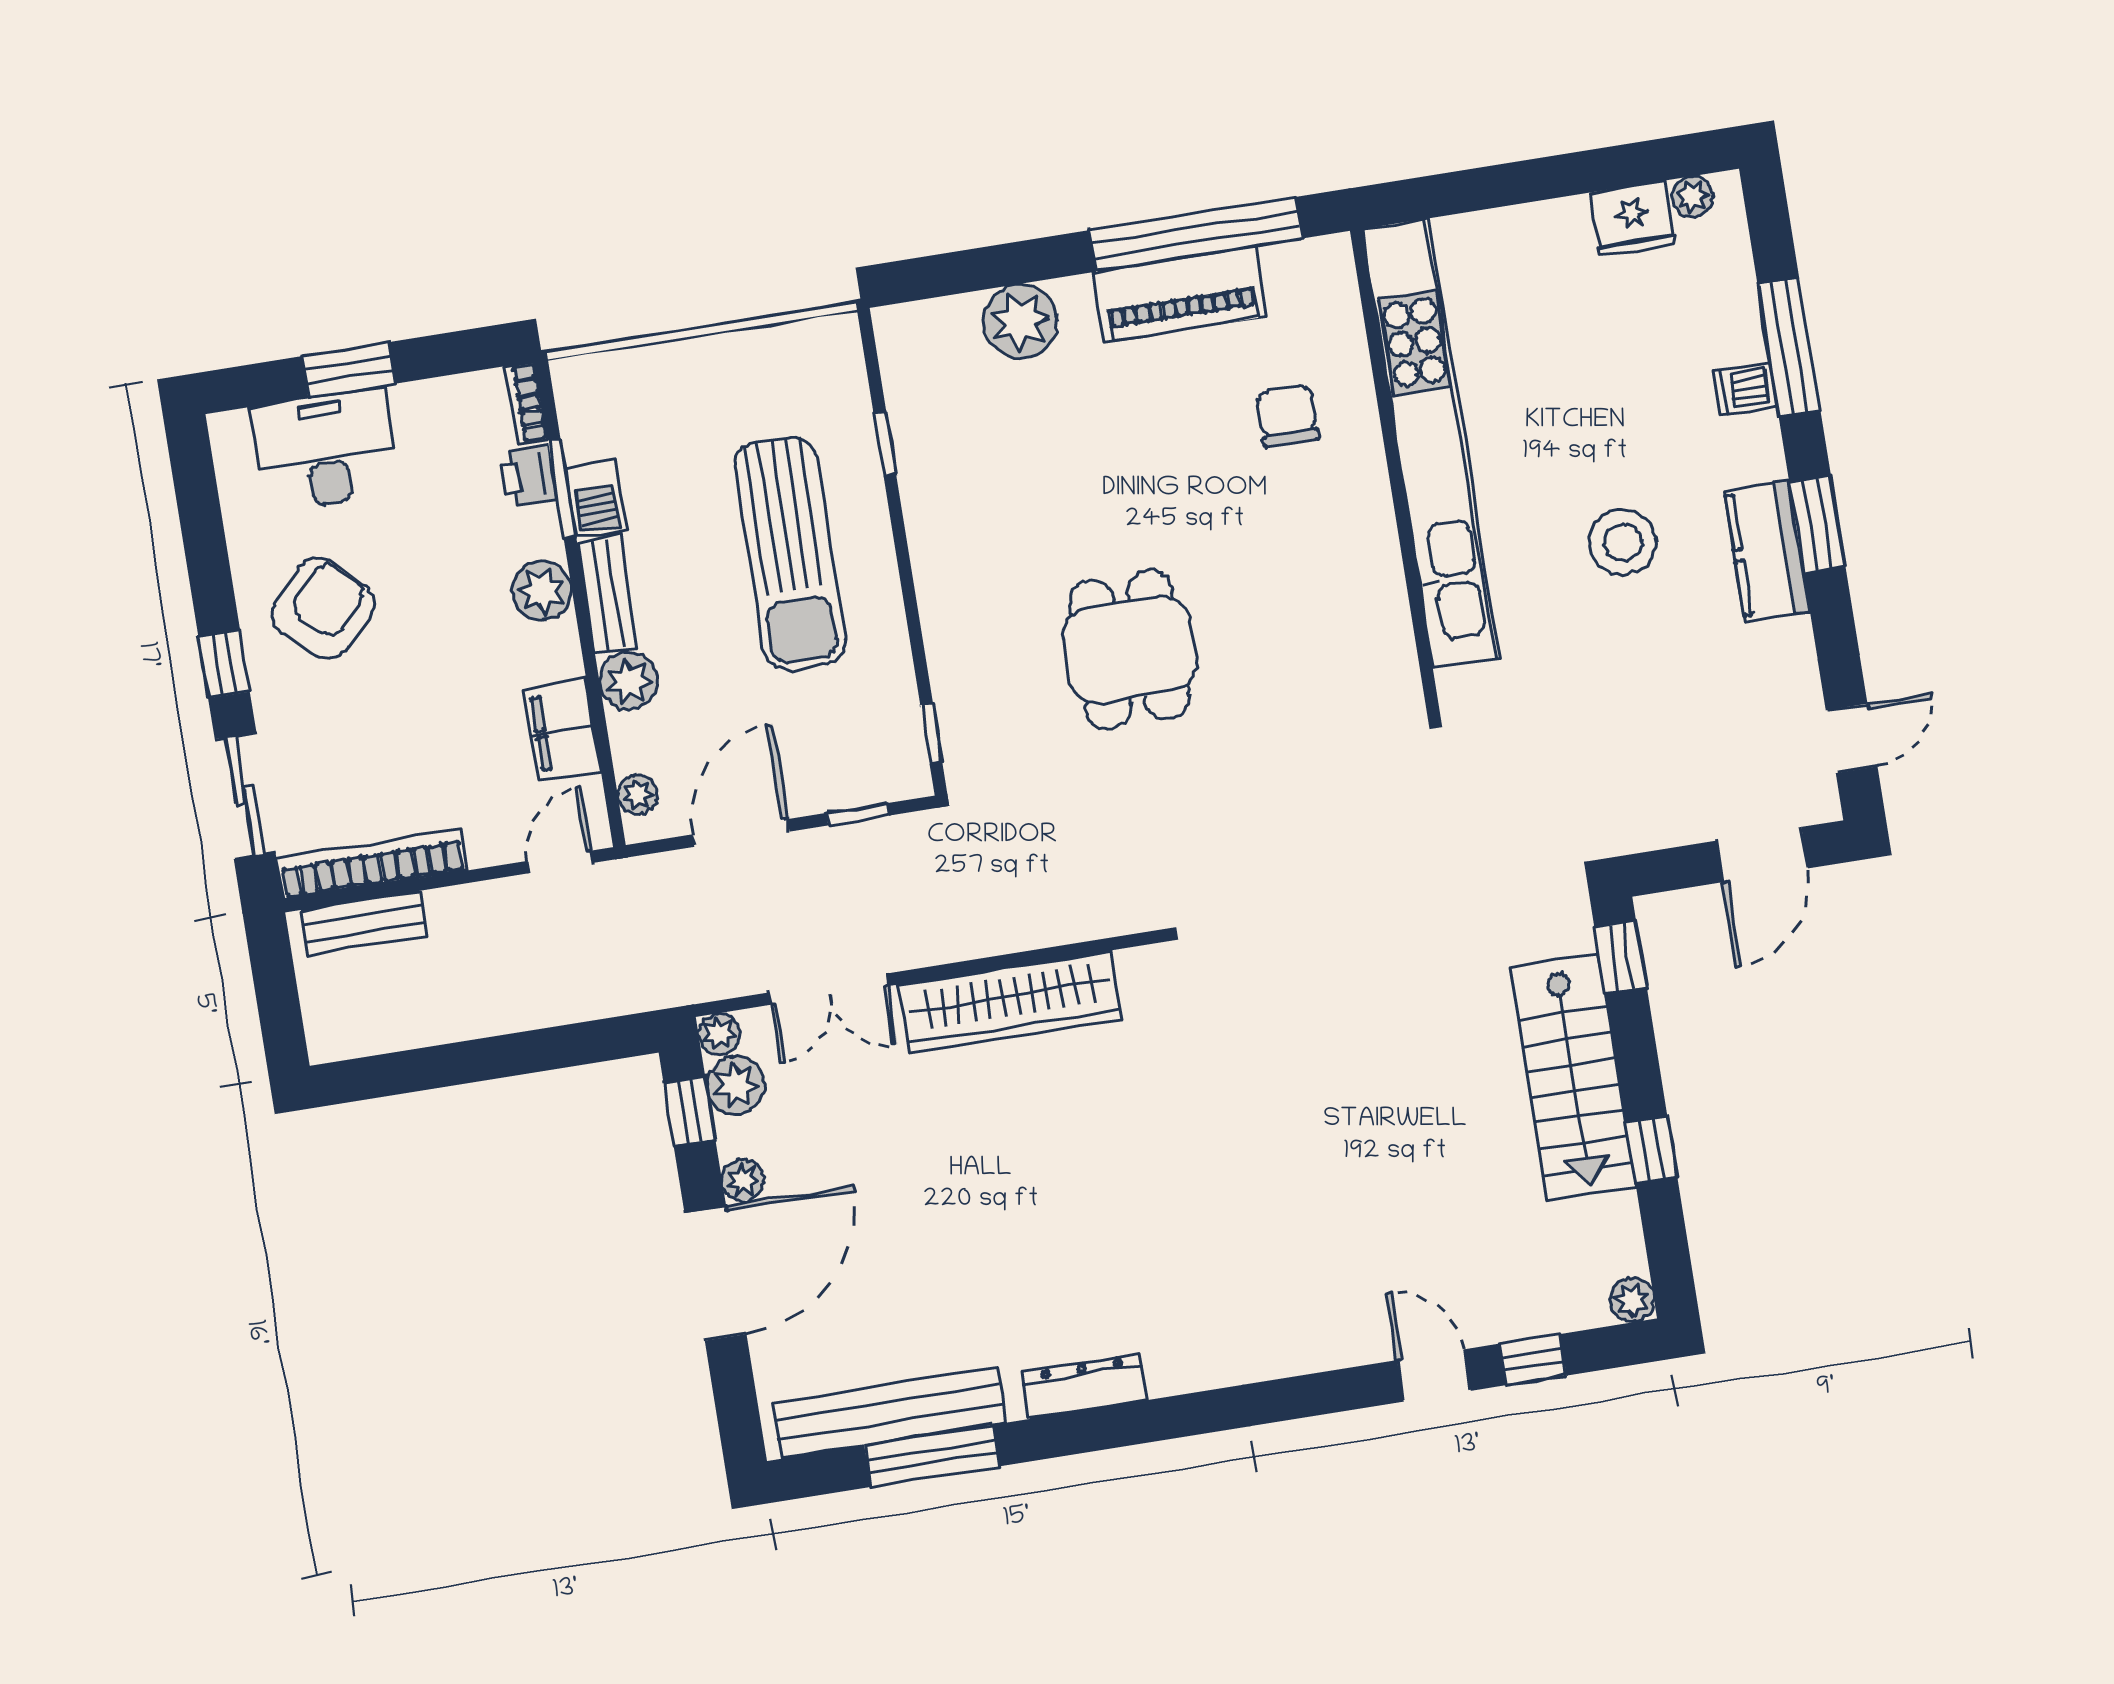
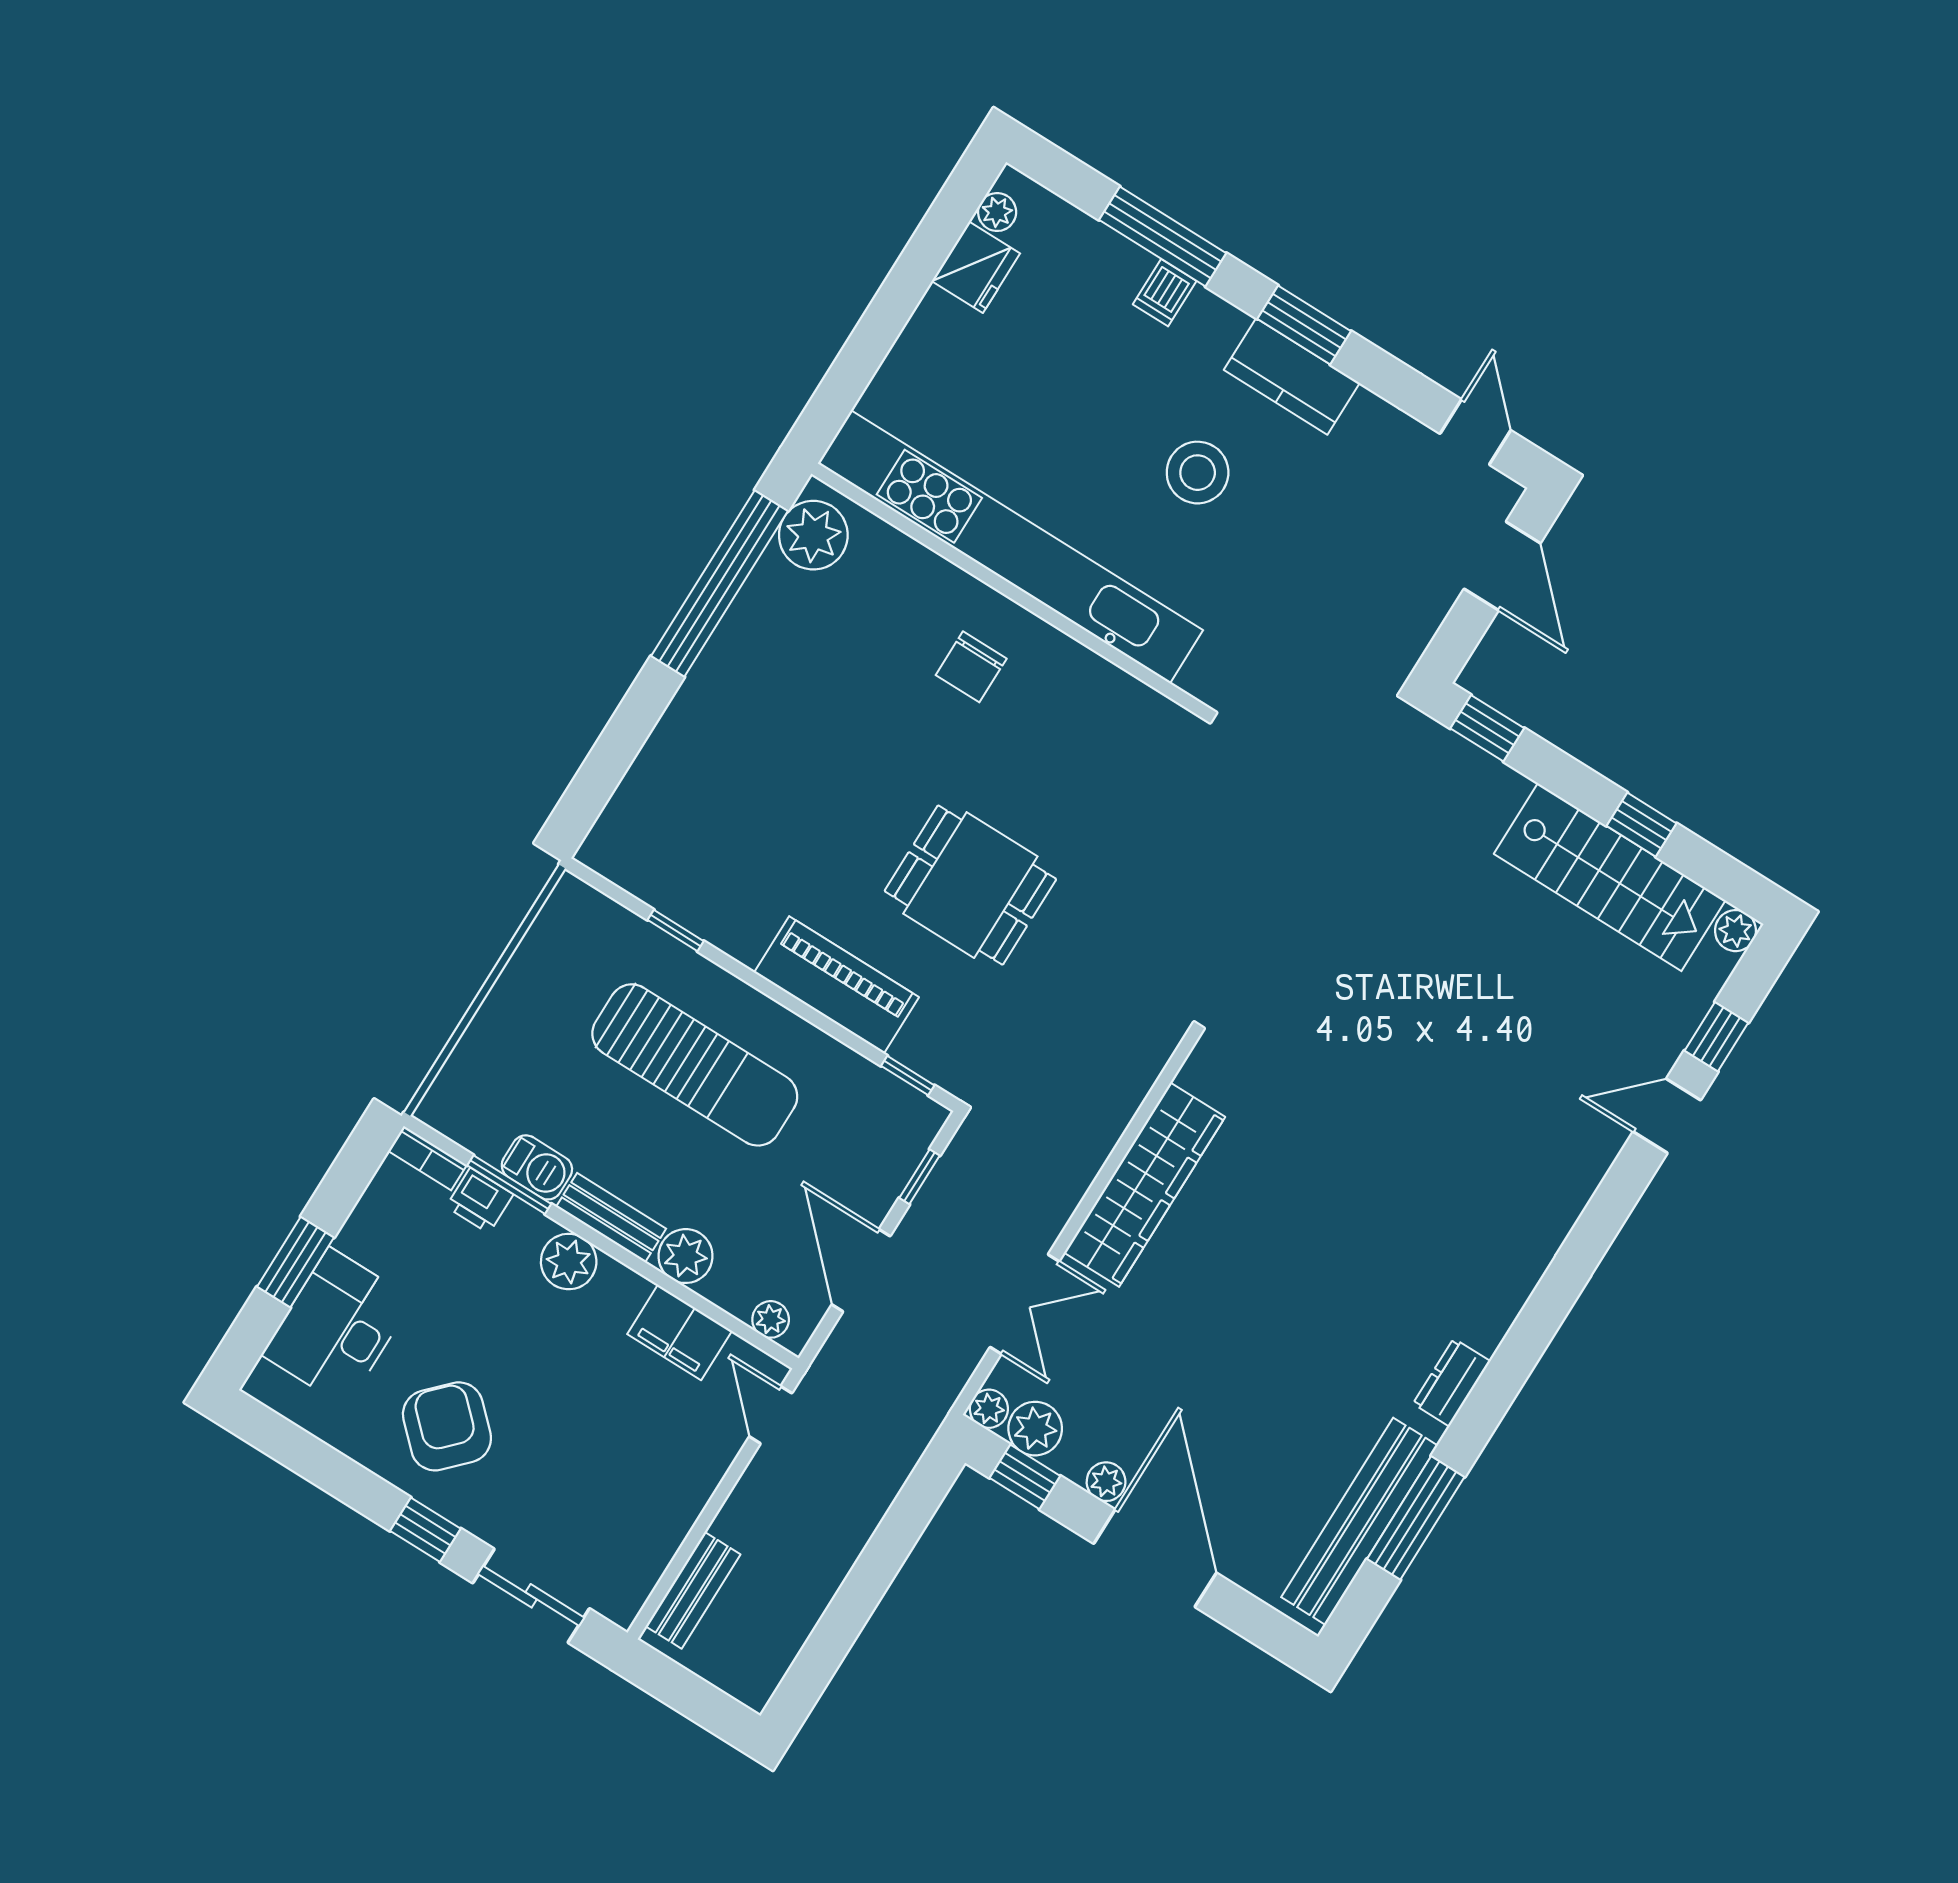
piano: (1180, 294) -> (837, 985), moved, turned -90
plant: (1020, 321) -> (813, 535), moved
chair: (1288, 416) -> (971, 667), moved, turned -90
bookcase: (372, 864) -> (657, 1548), removed
stairs: (1573, 1078) -> (1610, 877), moved
dresser: (1085, 1386) -> (1452, 1382), width x0.70

